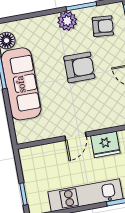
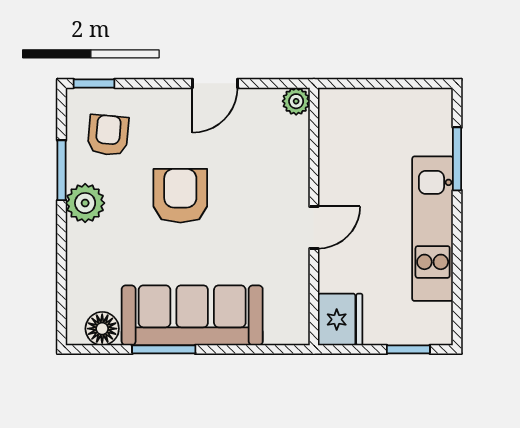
door: (75, 136) -> (314, 227), hinge flipped
fridge: (105, 144) -> (340, 319), moved

